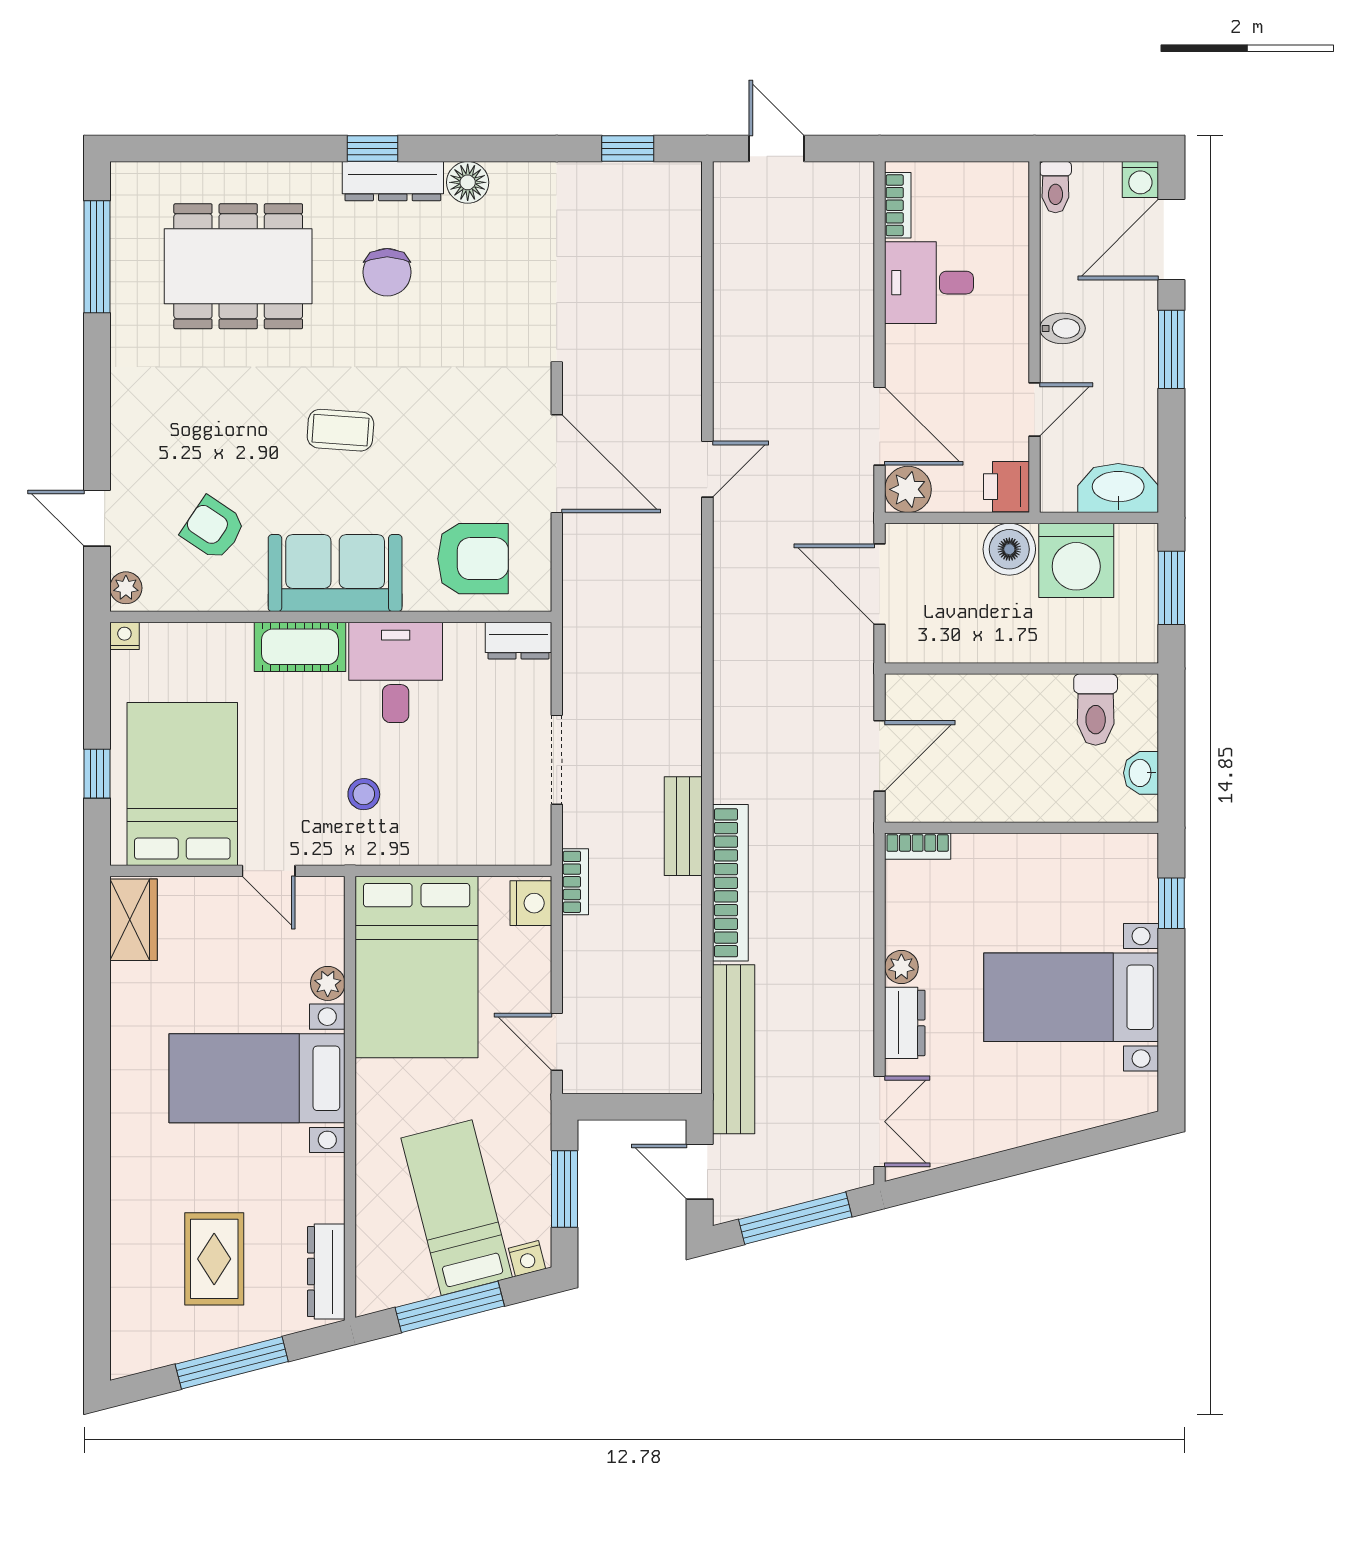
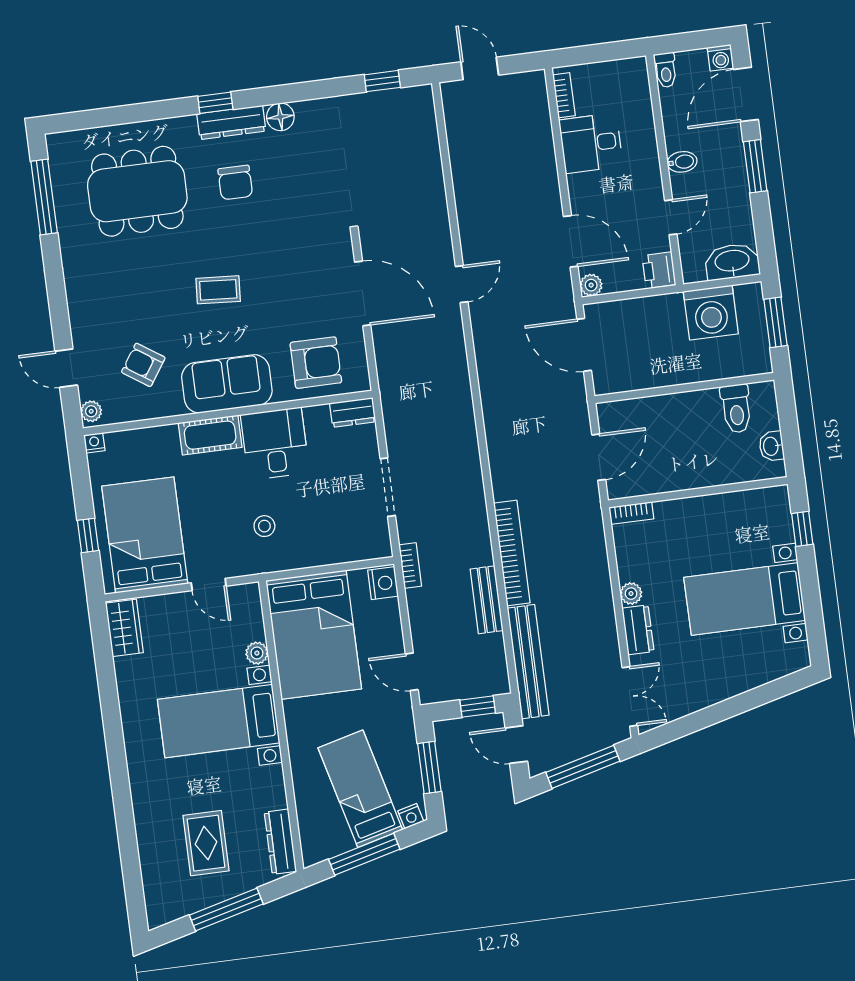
plant: (908, 489) -> (591, 285), width x0.73, depth x0.73
boiler: (1009, 549) -> (666, 311), removed
bench: (683, 826) -> (487, 600), moved
window: (649, 1107) -> (478, 706), added

